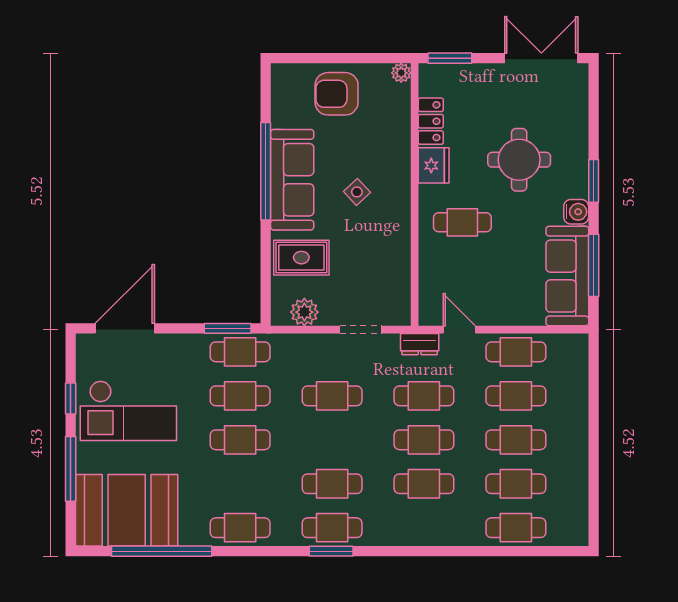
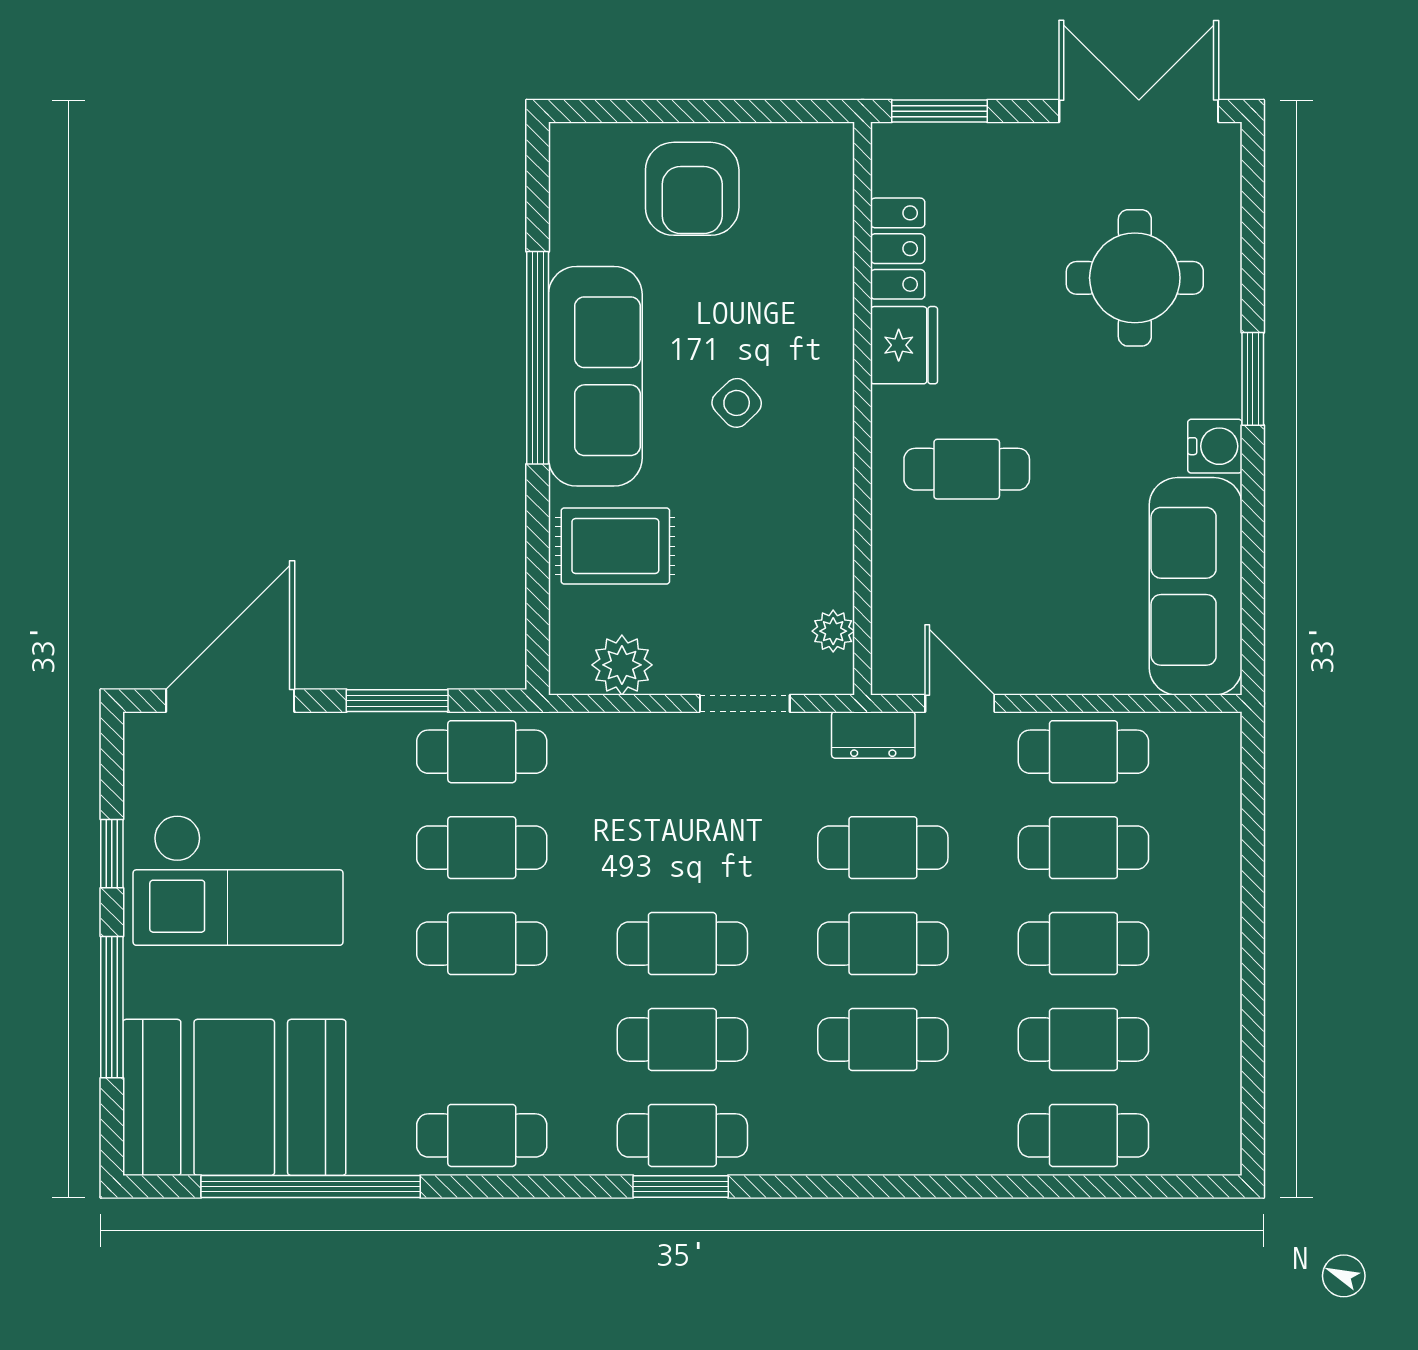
plant: (401, 73) -> (833, 631), moved
armchair: (337, 94) -> (692, 189), turned -90
round table: (519, 160) -> (1135, 278), moved
window: (594, 265) -> (1253, 563), removed
window: (228, 328) -> (397, 701), moved
cafe table: (332, 396) -> (682, 944), moved

